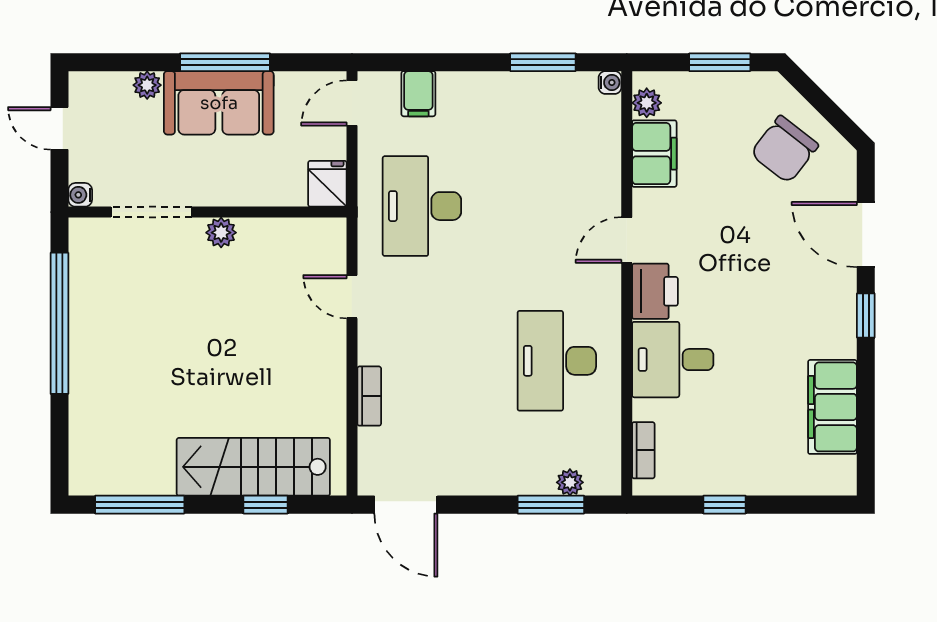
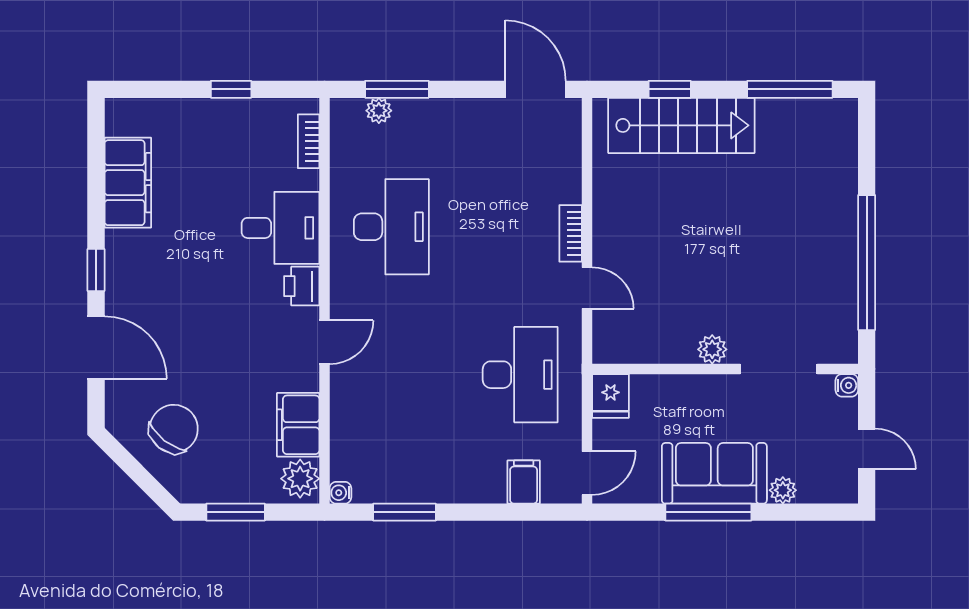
plant: (647, 103) -> (300, 479), width x1.38, depth x1.38
printer: (655, 291) -> (302, 286), width x0.73, depth x0.81
bookcase: (369, 396) -> (571, 233), moved

